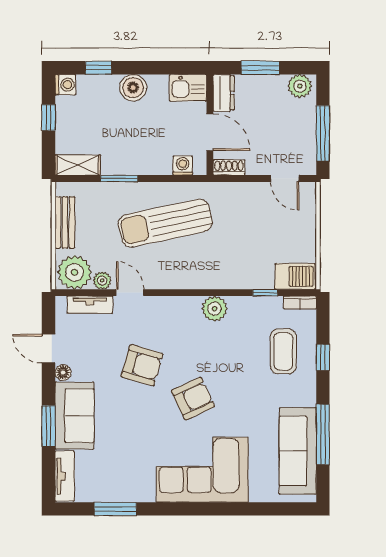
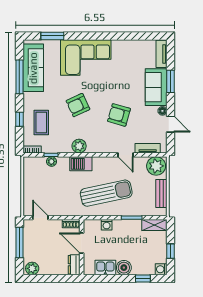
window: (260, 68) -> (54, 279), removed
kitchen sink: (188, 88) -> (105, 268), moved
washing machine: (183, 166) -> (107, 225), moved
barbecue: (295, 276) -> (81, 164), moved
plant: (102, 281) -> (52, 162), moved
armchair: (193, 399) -> (78, 105), moved
window: (115, 509) -> (52, 36), moved

